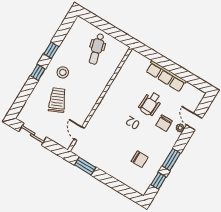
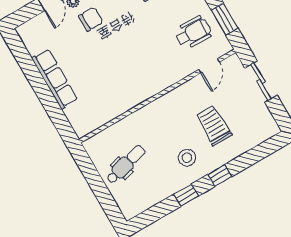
trolley: (57, 100) -> (214, 125), turned 114
wheelchair: (150, 104) -> (193, 33), moved
sliding door: (33, 134) -> (261, 82), moved

